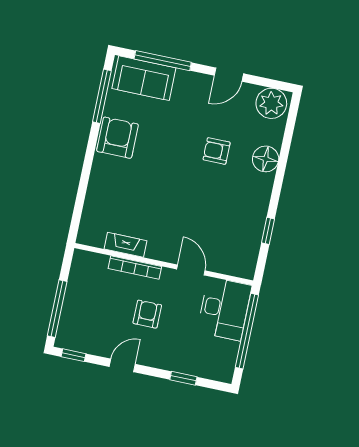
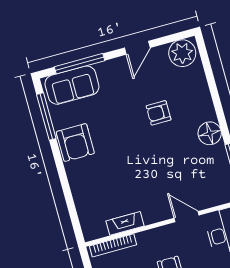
armchair: (117, 138) -> (75, 143), turned 180
floor lamp: (266, 159) -> (210, 133), moved
bookcase: (135, 267) -> (113, 245), moved

